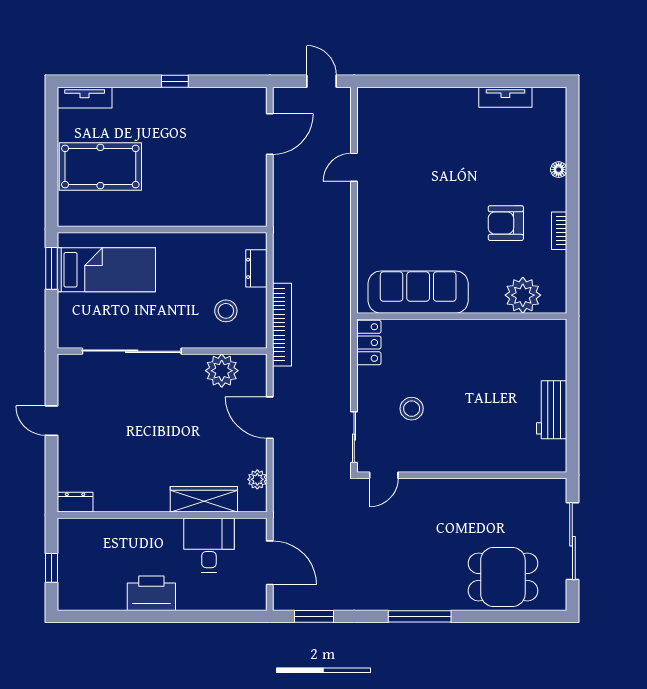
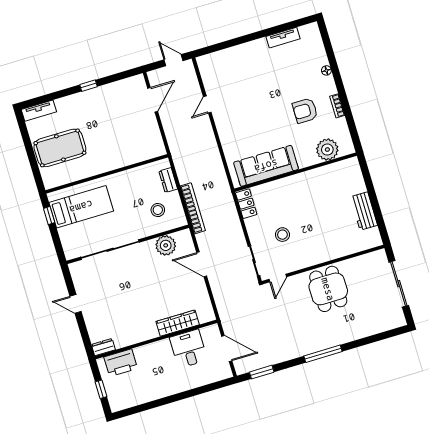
window: (51, 268) -> (49, 215), width x0.67
plant: (257, 479) -> (205, 302), removed
dining table: (503, 577) -> (328, 289), moved, turned 90
printer: (151, 593) -> (121, 363), moved, turned 180

